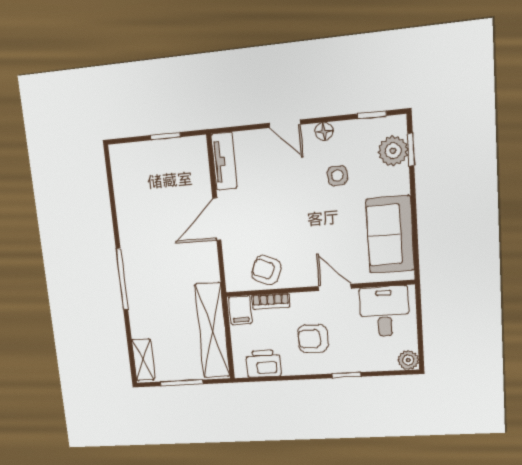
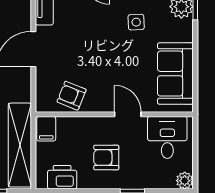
bookcase: (271, 301) -> (73, 123), removed

